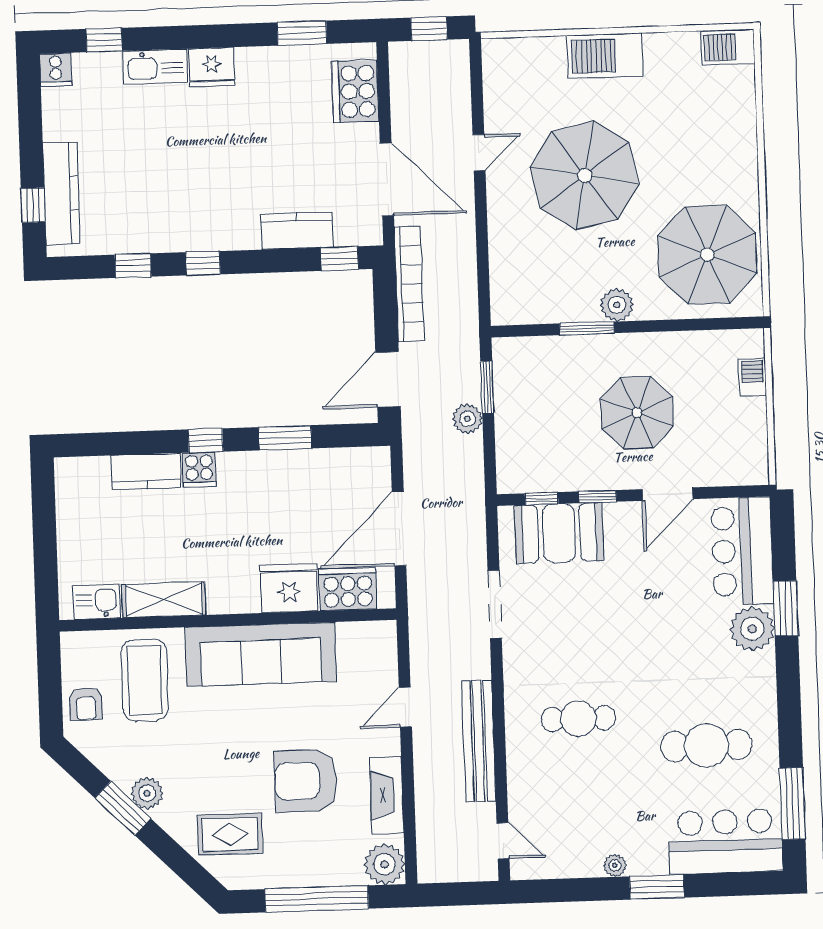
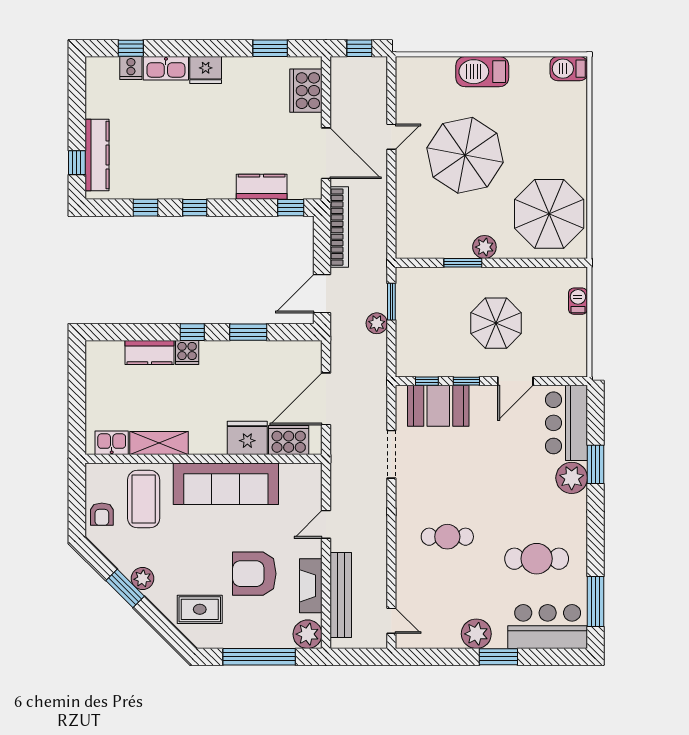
cooker: (56, 70) -> (131, 68), moved
bench: (479, 741) -> (341, 595), moved
plant: (615, 865) -> (476, 634), width x1.88, depth x1.88

